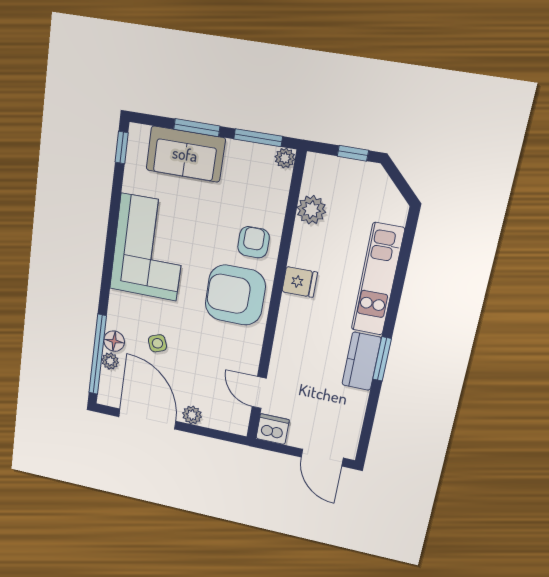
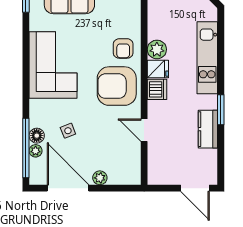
plant: (311, 210) -> (157, 49), moved
armchair: (253, 242) -> (123, 48), turned 180
kitchen counter: (362, 361) -> (208, 129), moved
door: (259, 392) -> (144, 130), moved
dishwasher: (273, 429) -> (157, 89), moved, turned 90

